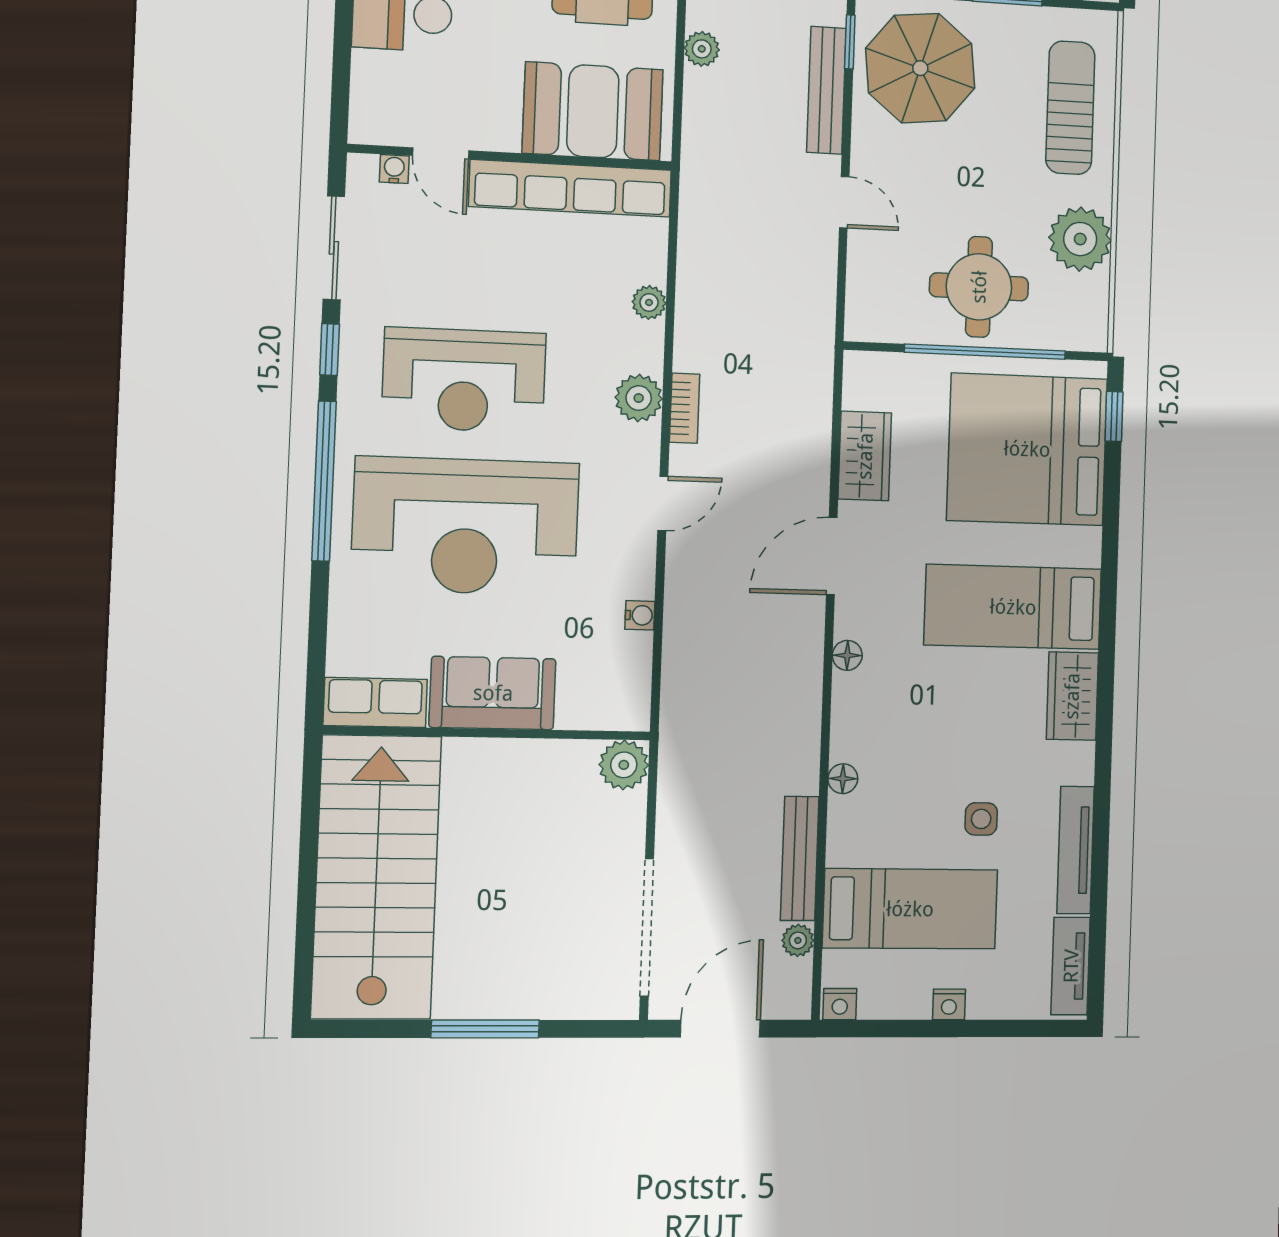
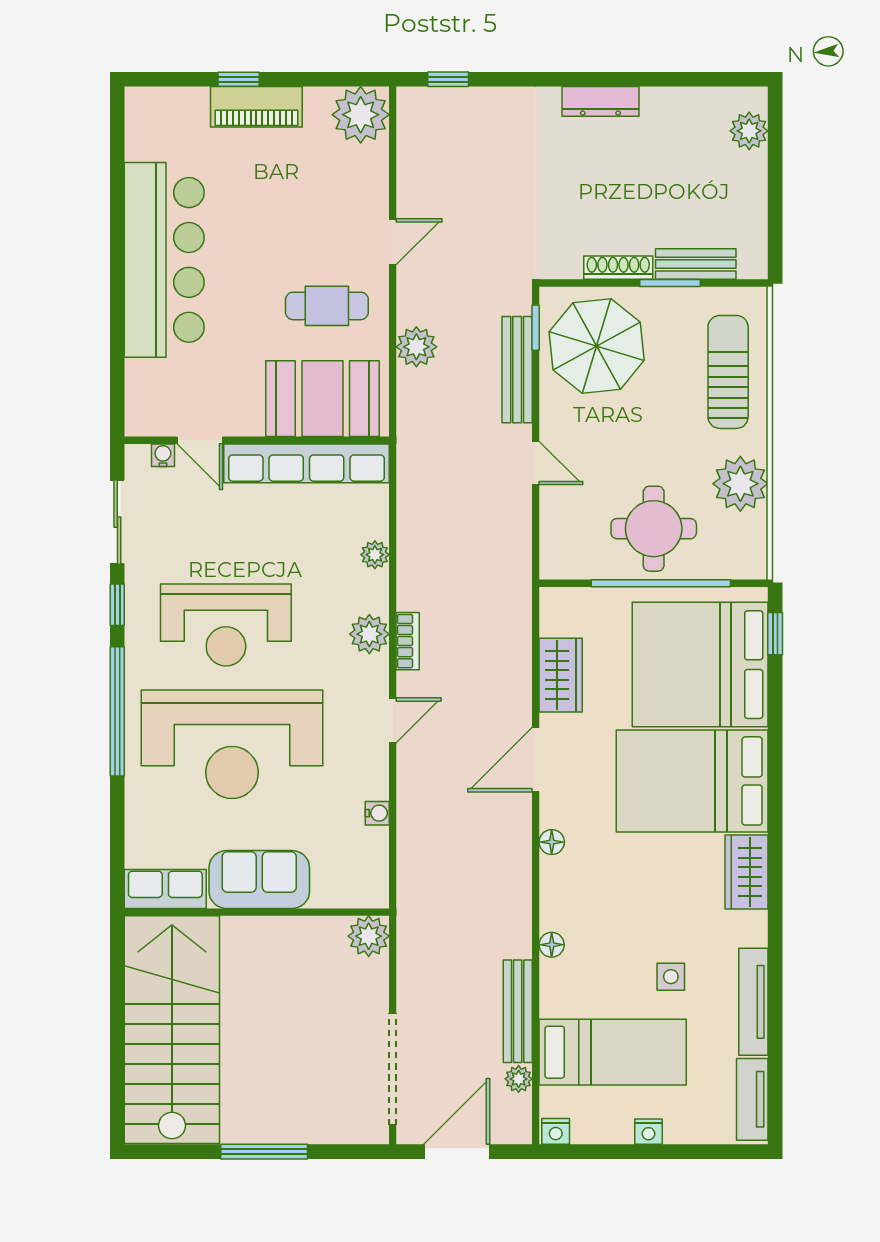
plant: (702, 49) -> (416, 347), width x1.38, depth x1.38
bed: (1013, 607) -> (692, 781), width x1.50

